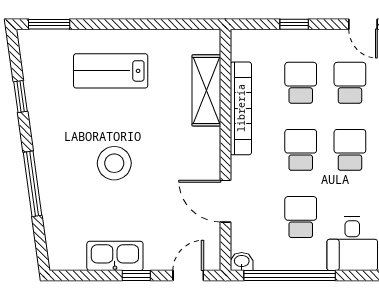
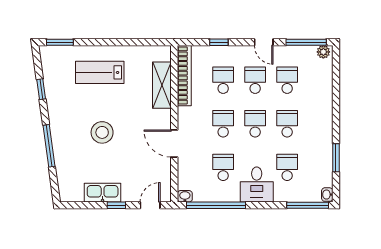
bookcase: (241, 108) -> (184, 76), moved
door: (226, 201) -> (174, 144), moved

